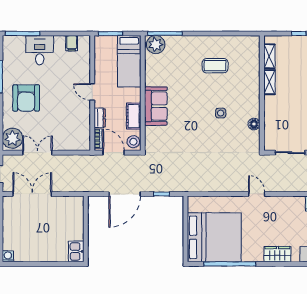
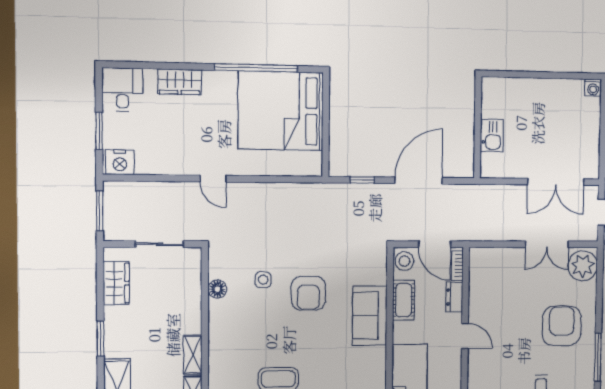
side table: (221, 113) -> (263, 280), moved
armchair: (196, 121) -> (308, 293), added
kitchen sink: (76, 251) -> (492, 135), moved

